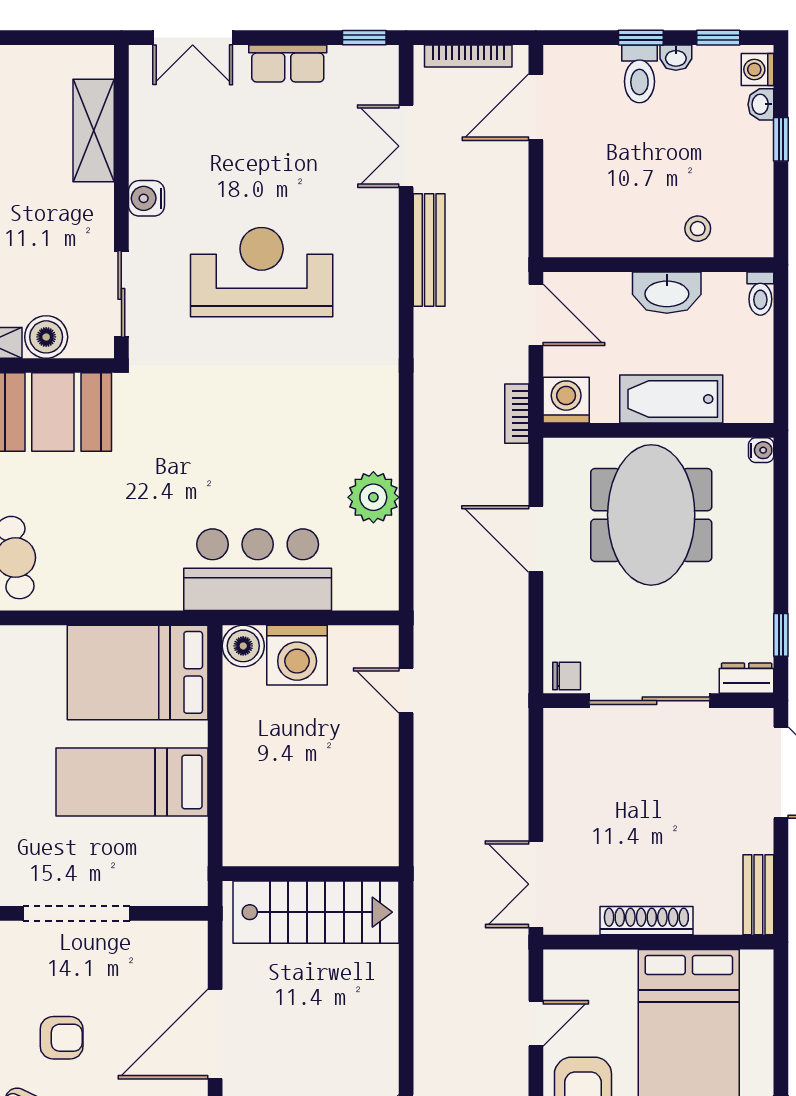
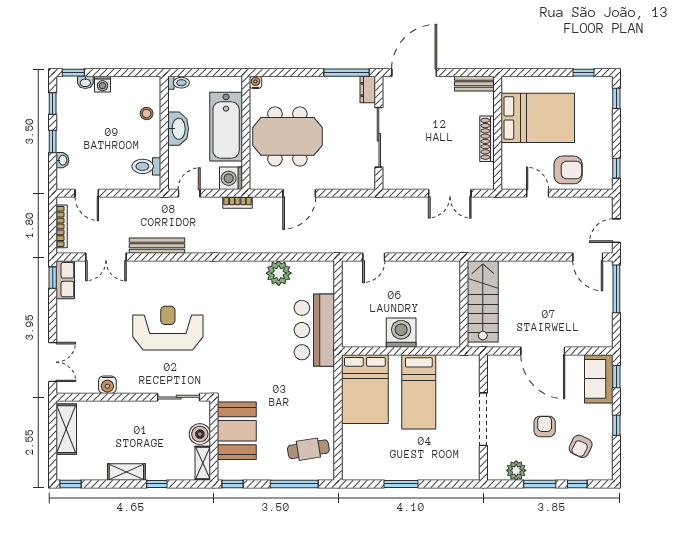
washbasin: (676, 58) -> (62, 160), moved
row of seats: (288, 63) -> (65, 280), moved
washing machine: (758, 70) -> (103, 84), moved
toilet: (639, 74) -> (146, 166), moved, turned 180
door: (536, 107) -> (87, 193), width x0.73
shelving: (94, 131) -> (66, 429), moved, turned 90
window: (781, 139) -> (73, 73), moved
water cooler: (146, 198) -> (107, 385), moved
reception desk: (262, 272) -> (168, 328), turned 90
door: (536, 315) -> (189, 193), width x0.73
bathtub: (671, 399) -> (226, 127), width x1.36, depth x1.36
window: (781, 635) -> (346, 73), width x2.17
boiler: (243, 646) -> (352, 337), removed
washing machine: (297, 655) -> (401, 333), moved, turned -90
chair: (567, 676) -> (367, 178), removed
double door: (536, 884) -> (450, 193), moved

